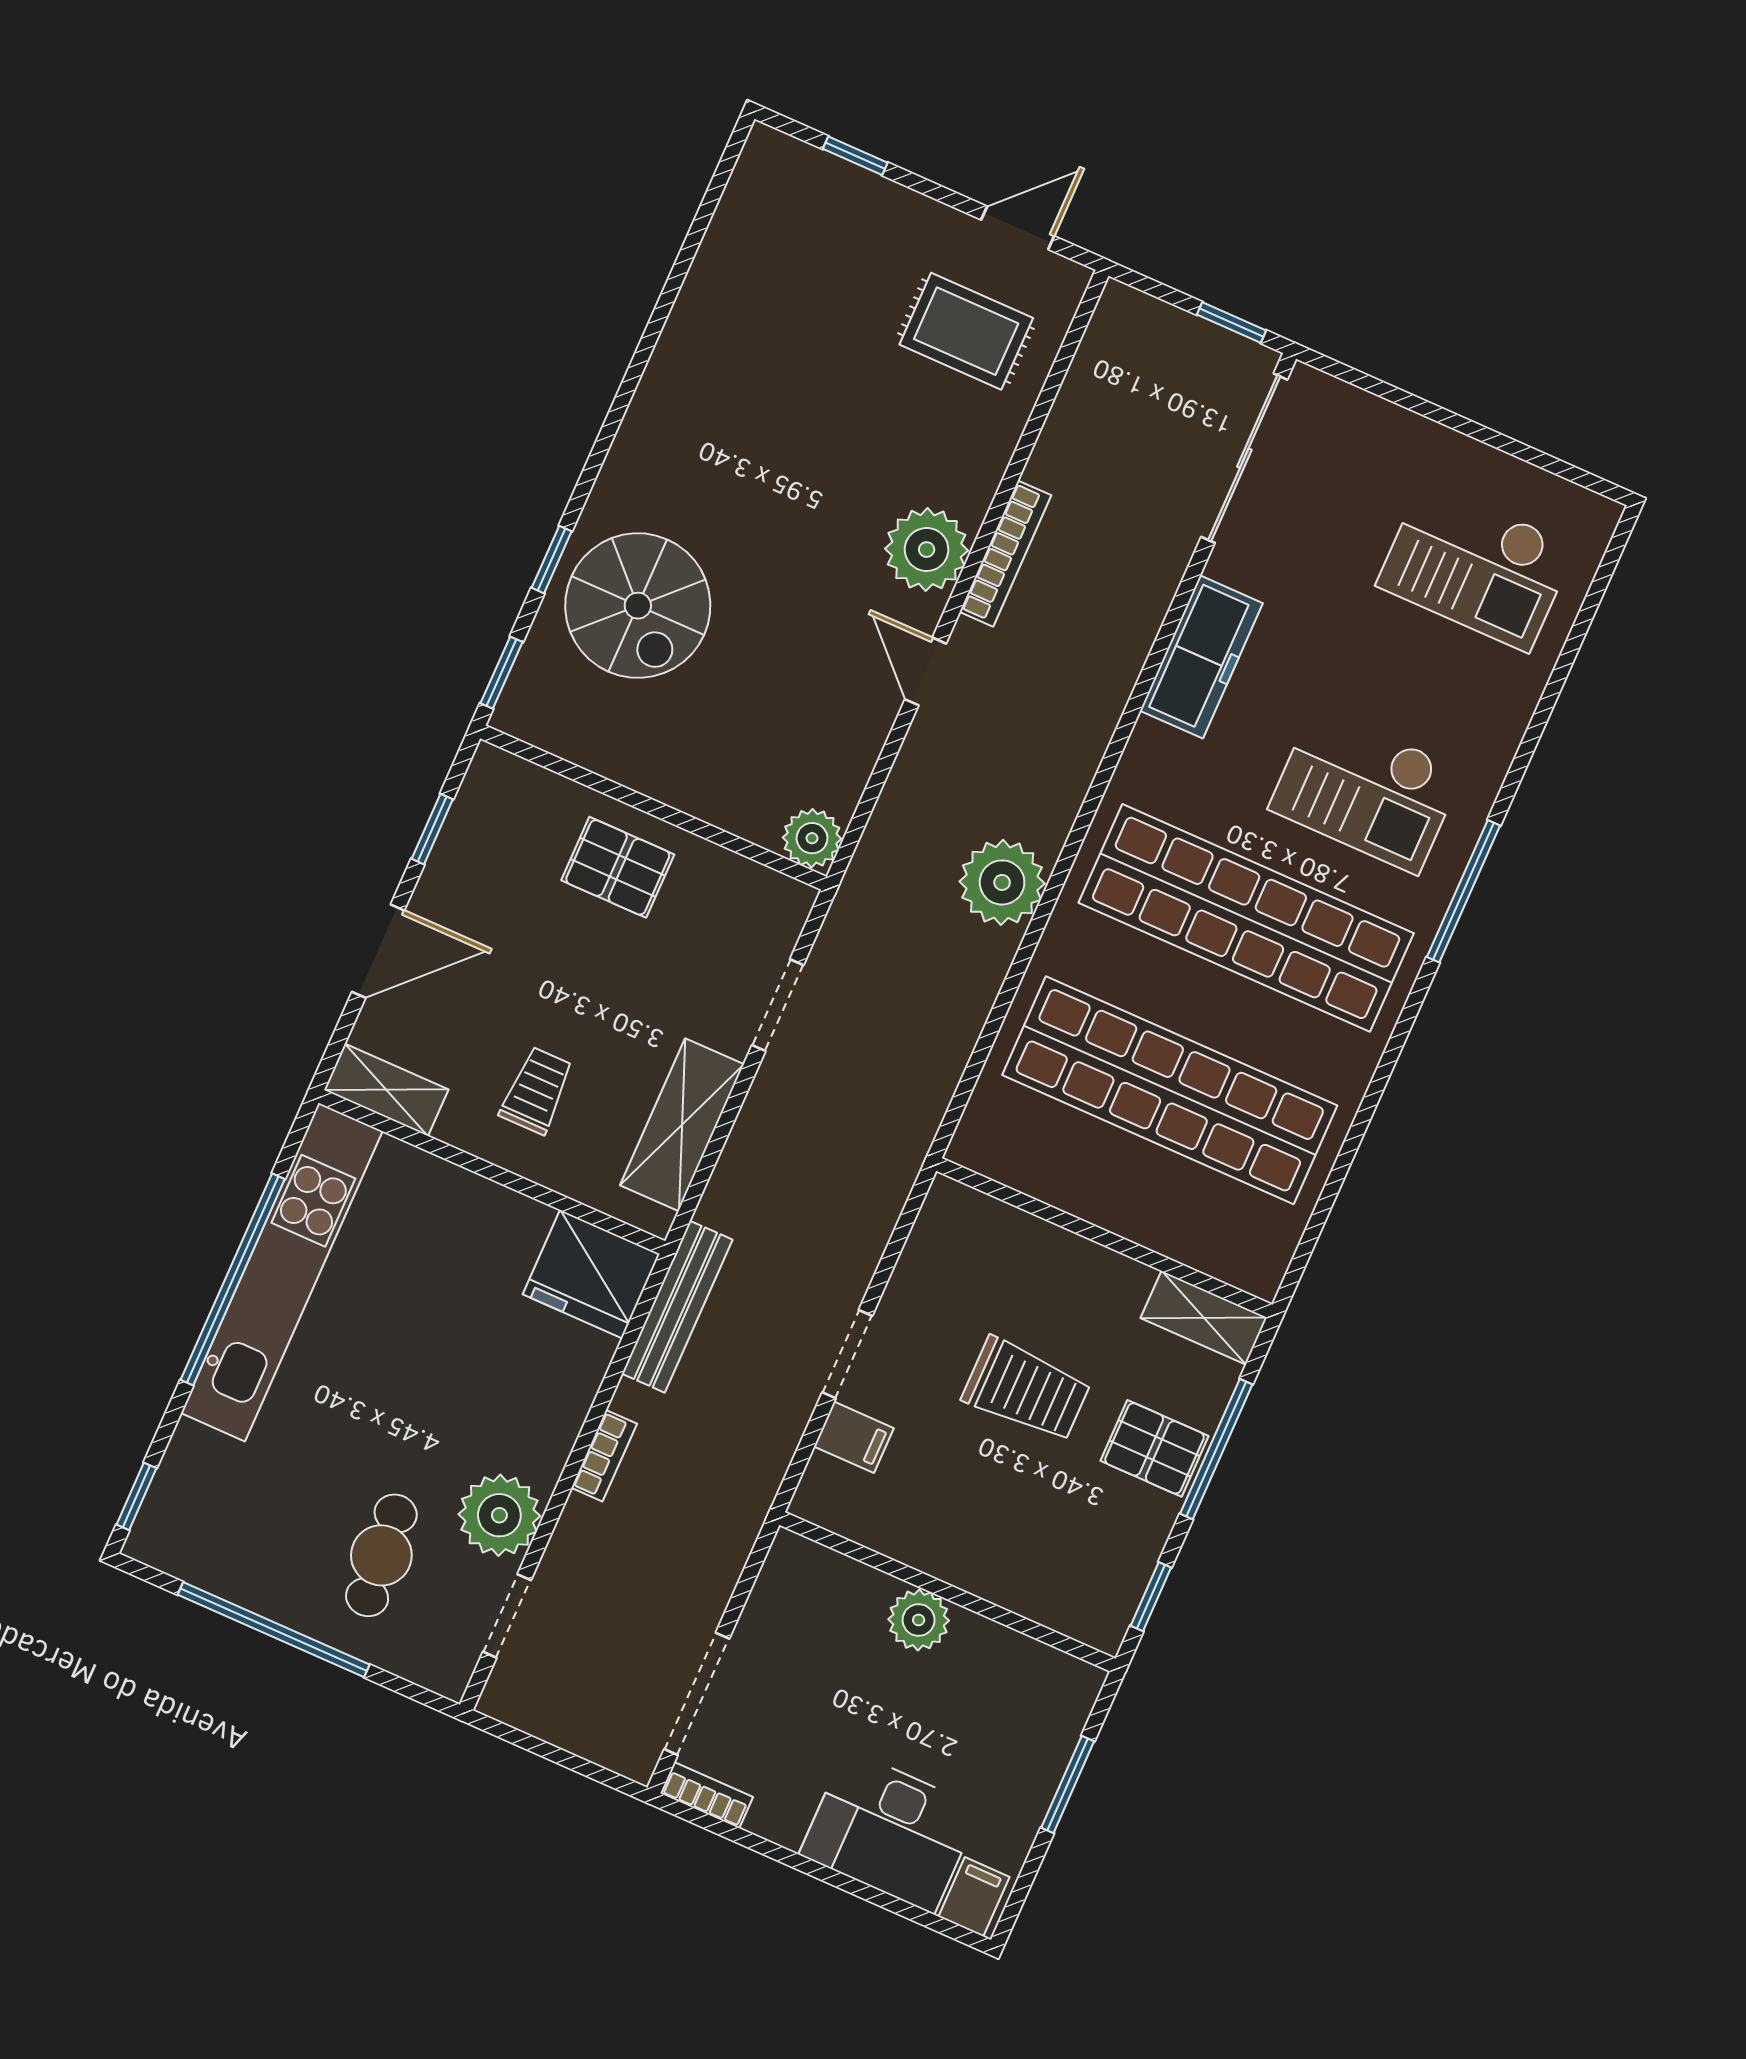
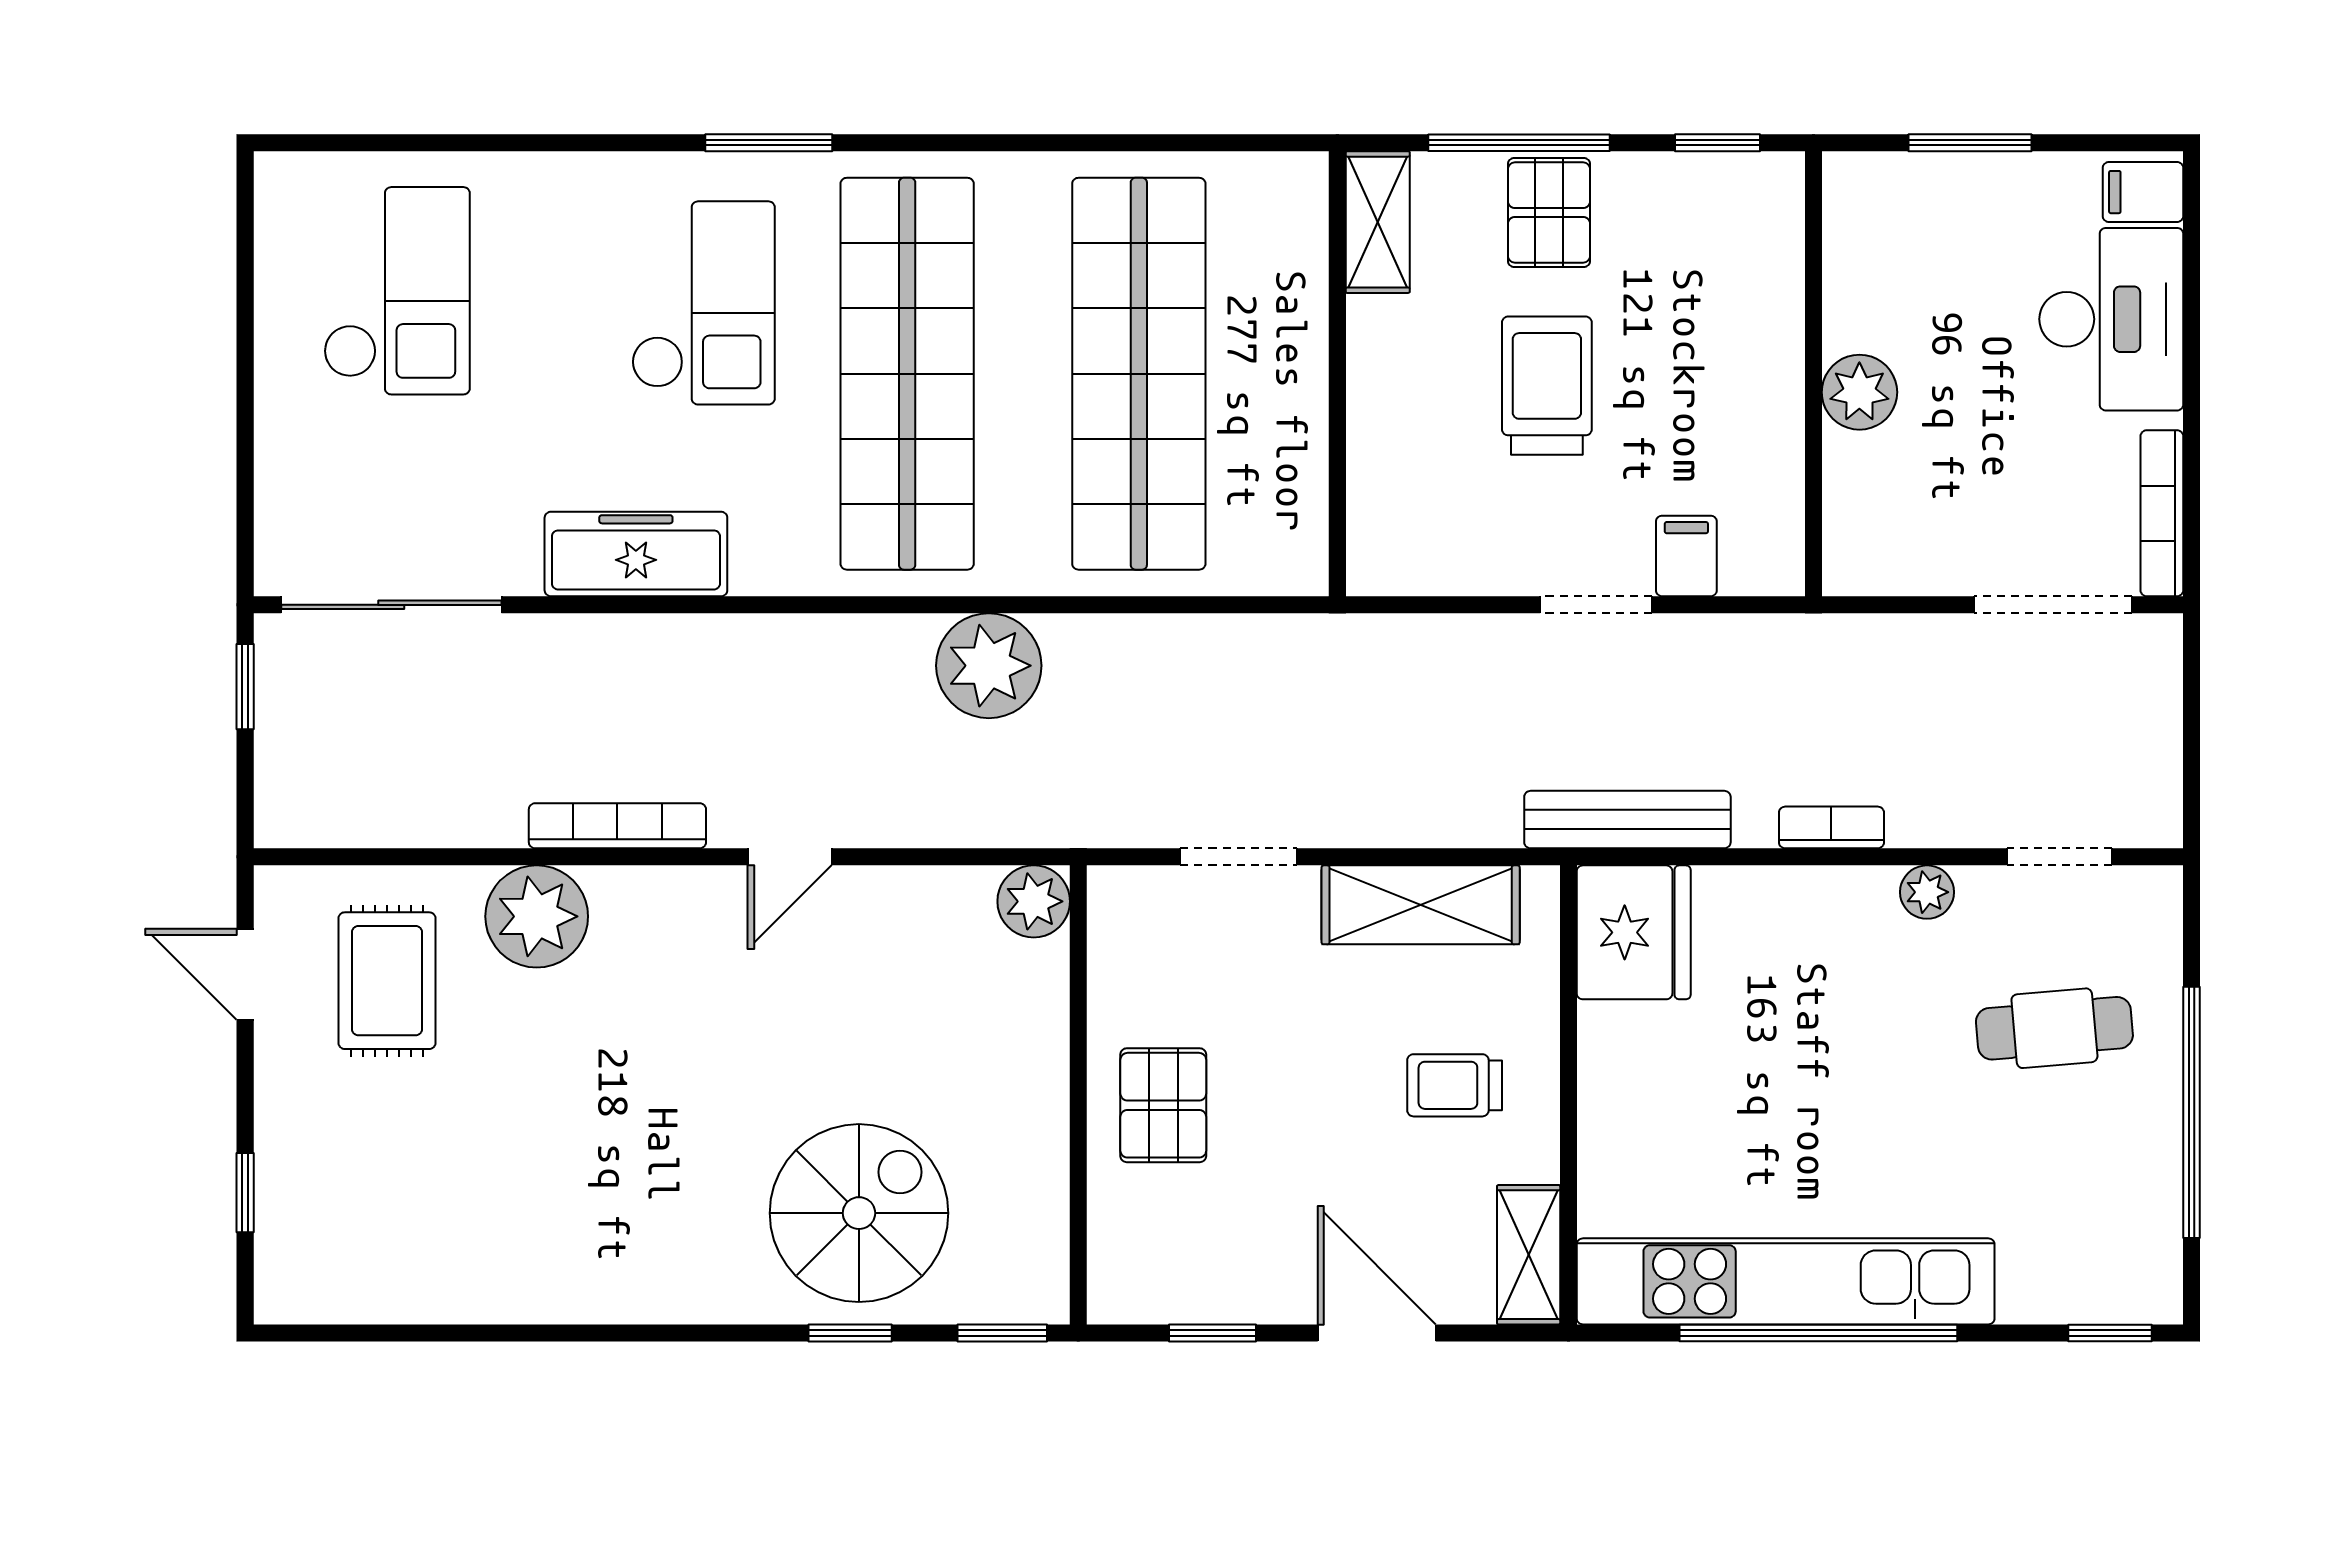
plant: (927, 550) -> (537, 916), moved
window: (1463, 891) -> (769, 143), width x0.69
plant: (499, 1515) -> (1927, 892), width x0.53, depth x0.53
bookcase: (707, 1795) -> (2162, 513), width x1.56

